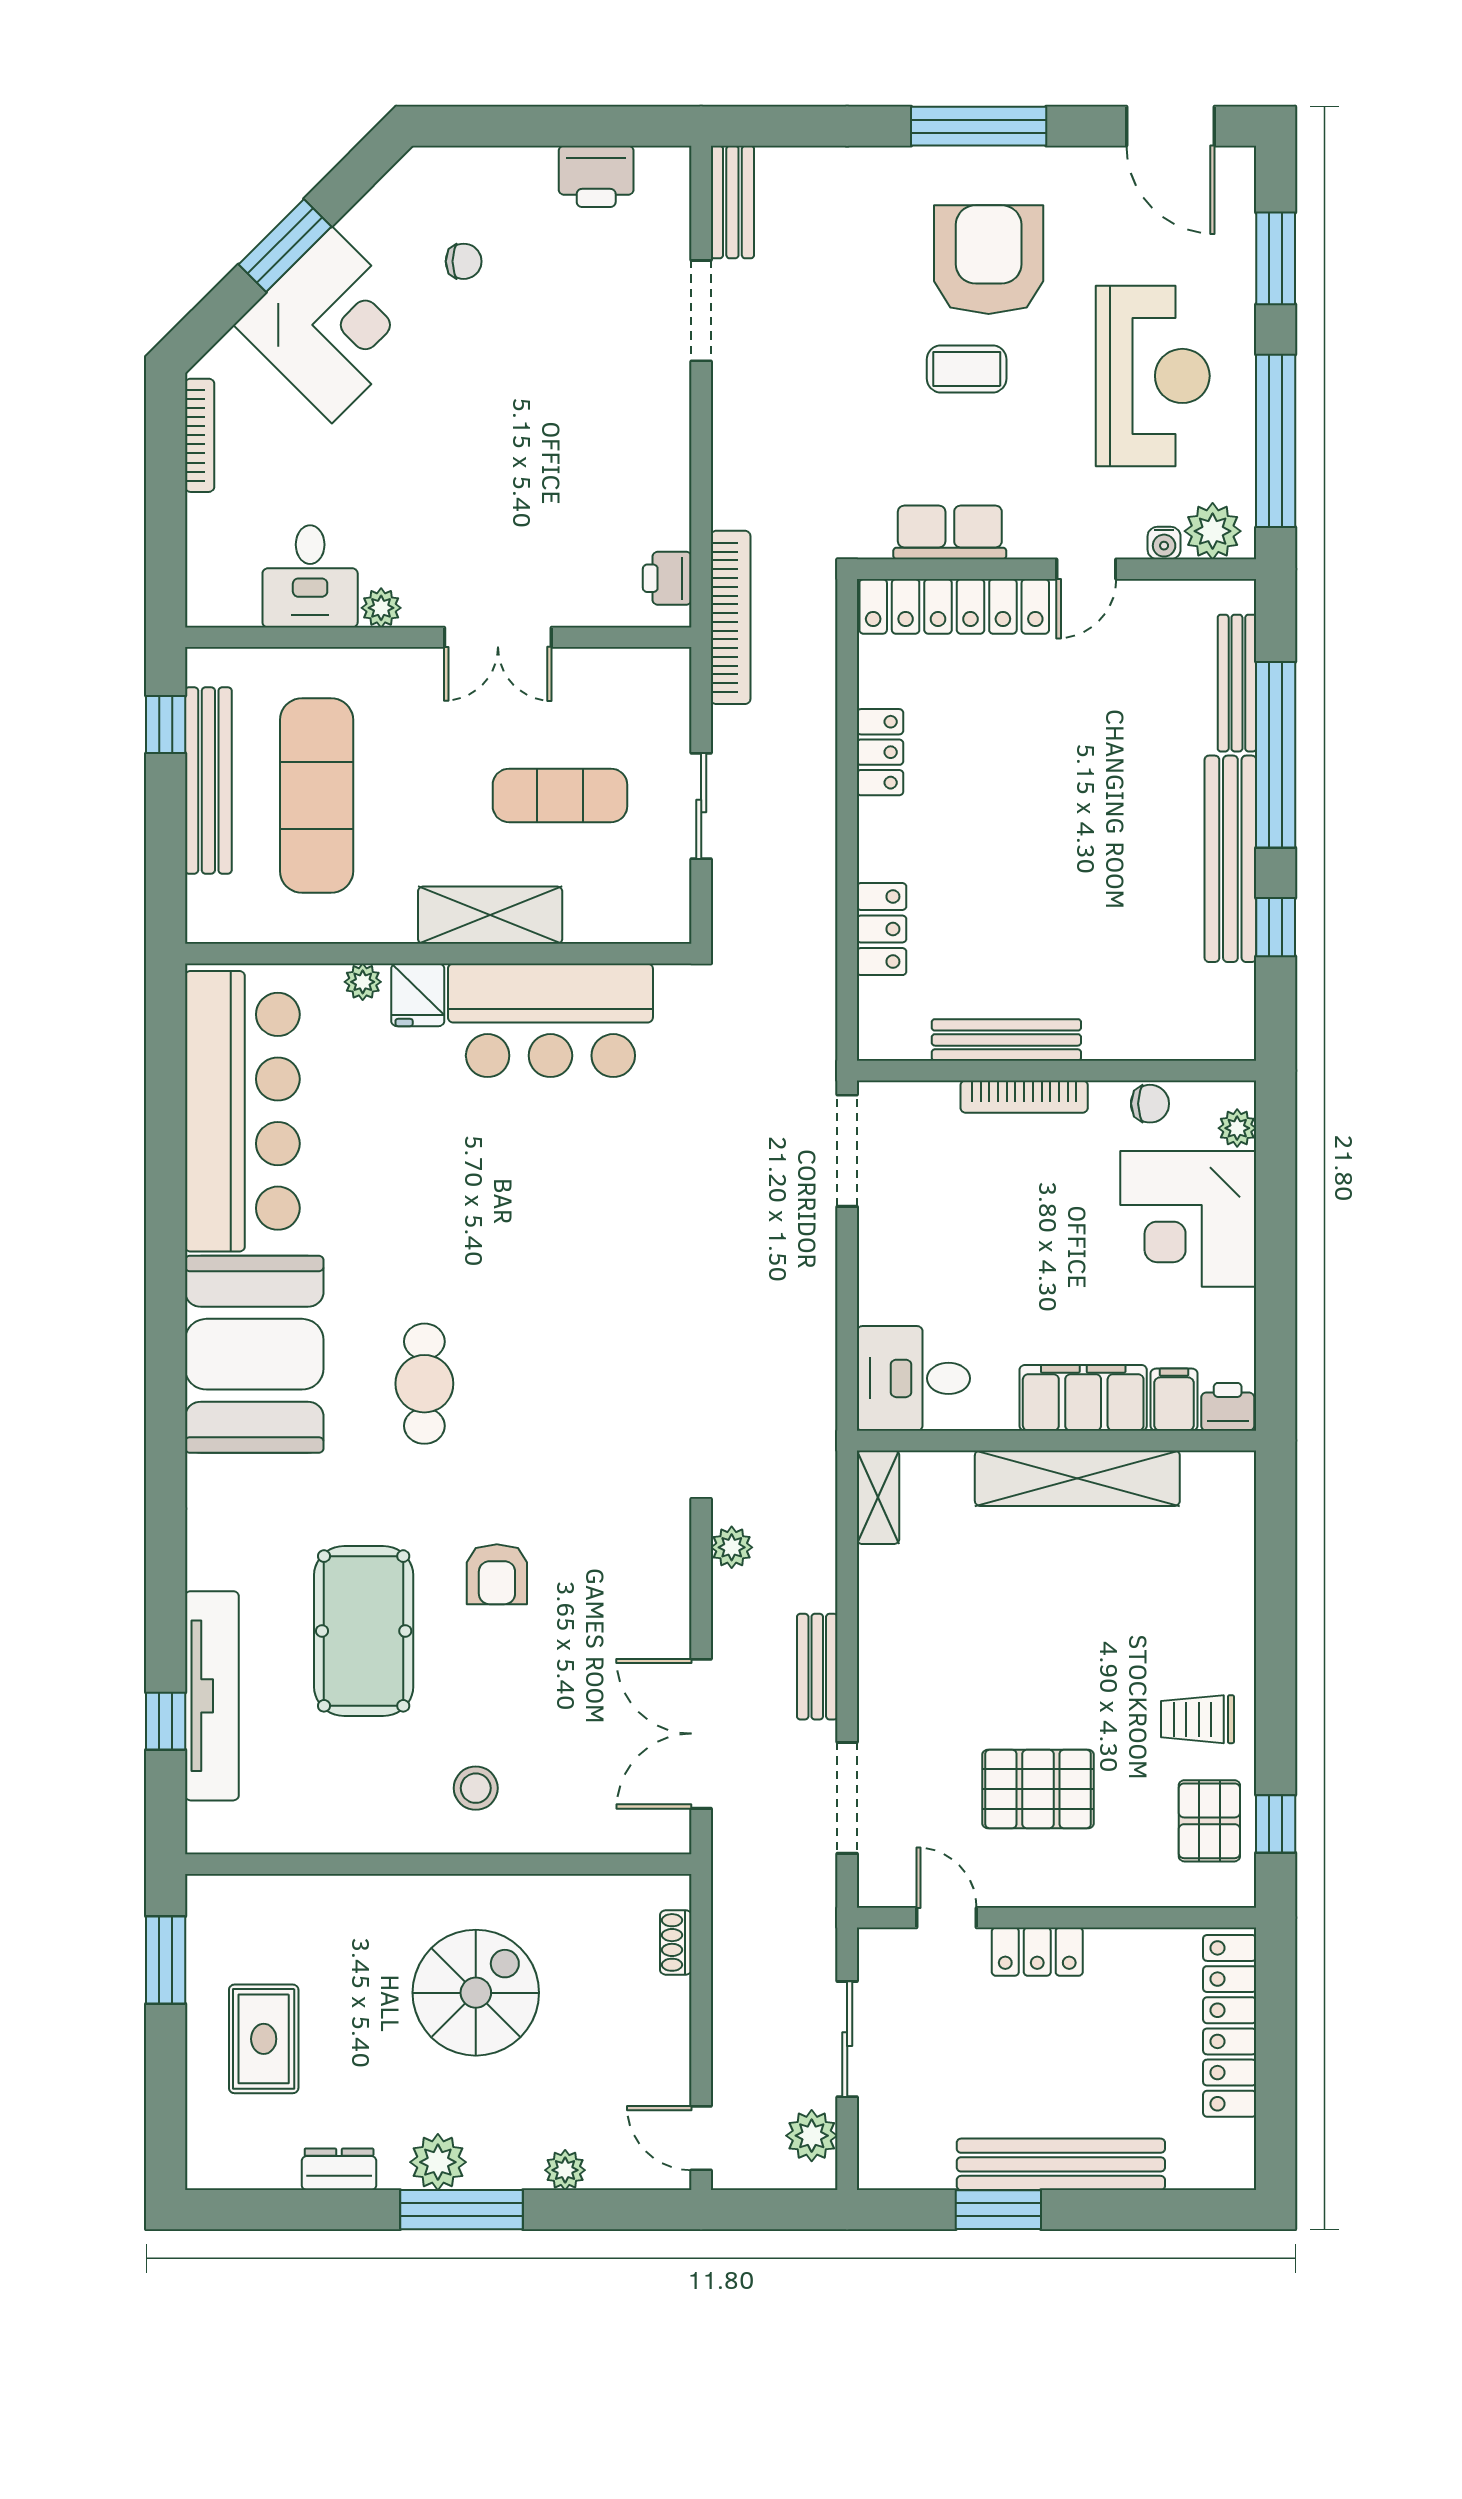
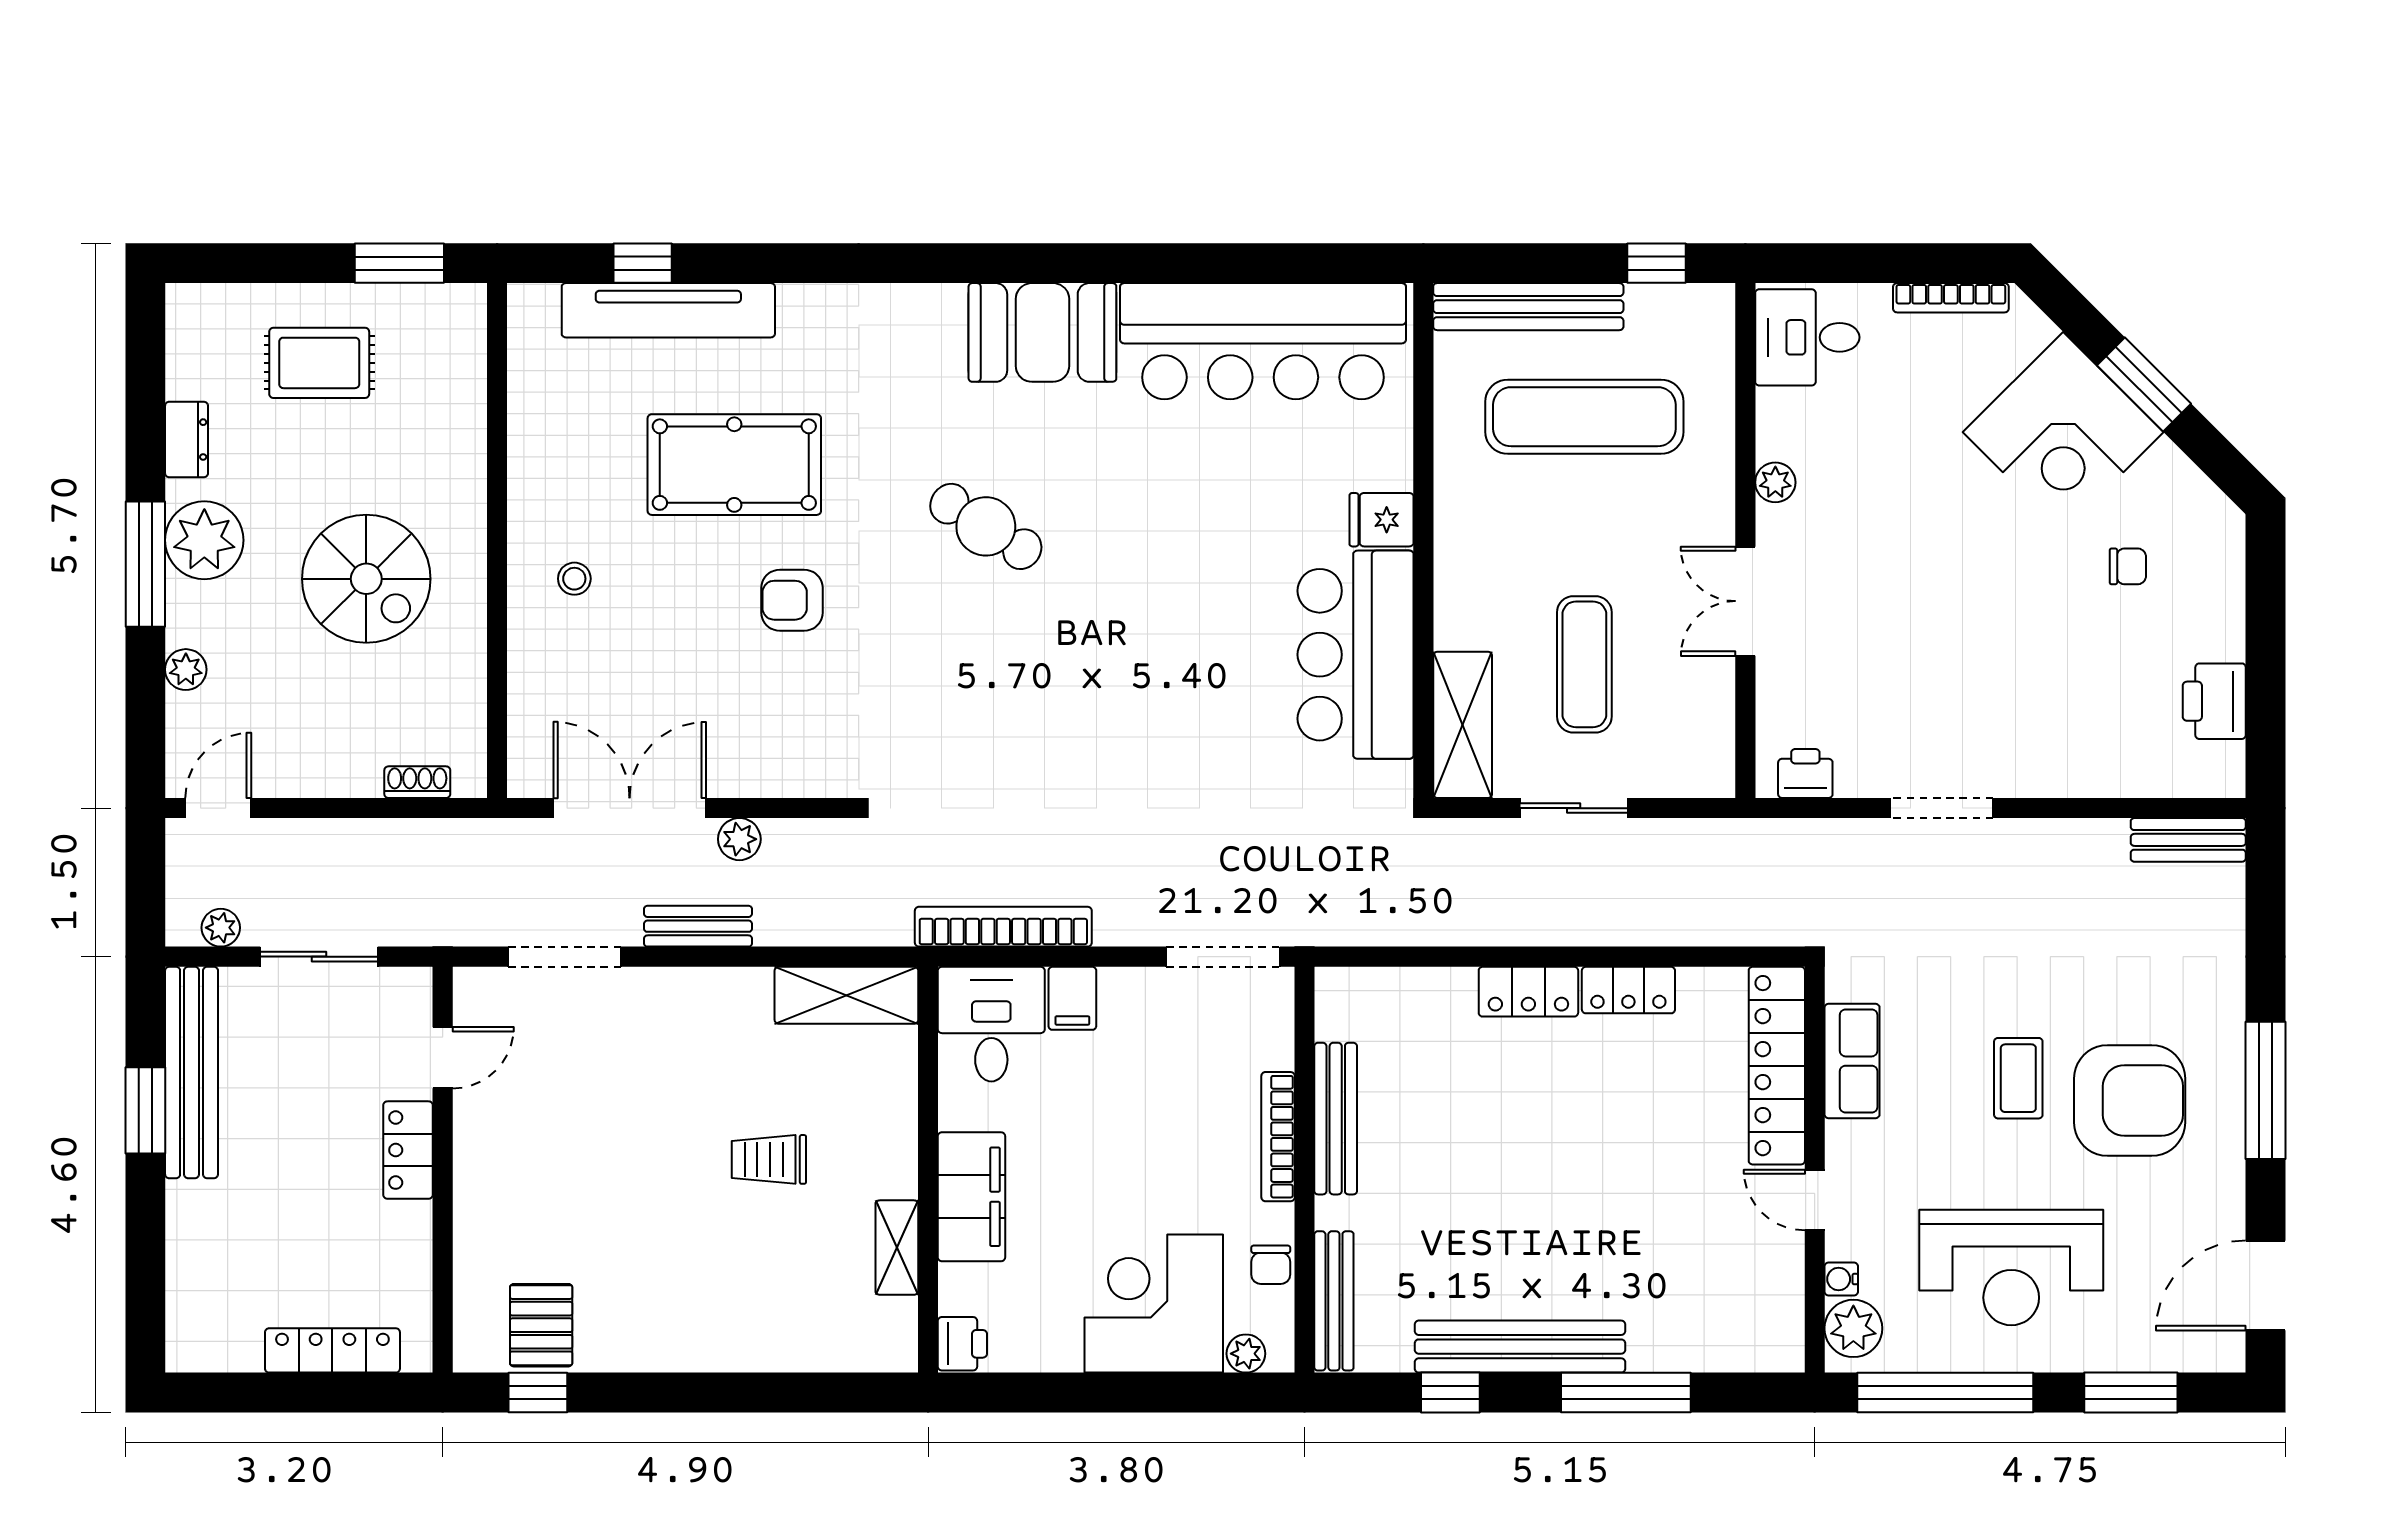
chair: (464, 261) -> (2128, 566), turned -90
doorway: (701, 311) -> (1942, 808), moved
desk: (310, 576) -> (1807, 337), moved
bookcase: (731, 617) -> (1003, 927), moved, turned 180
bench: (1237, 683) -> (1334, 1301), moved, turned 90
window: (1276, 755) -> (1626, 1393), width x0.68
bench: (208, 780) -> (1528, 307), moved
shelving: (490, 915) -> (1463, 725), moved
locker: (882, 929) -> (1528, 992), moved
plant: (363, 982) -> (1395, 464), removed
booth: (254, 1354) -> (1042, 332), width x0.73, depth x0.70
cafe table: (424, 1384) -> (986, 526), turned 32
filing cabinet: (1174, 1400) -> (1072, 998), moved, turned 90
shelving: (1077, 1478) -> (897, 1248), width x0.45, depth x0.75
shelving: (878, 1497) -> (846, 995), width x1.50, depth x1.33
plant: (732, 1547) -> (739, 839), moved
trolley: (1197, 1719) -> (769, 1159), moved, turned -90
stool: (476, 1788) -> (574, 579), width x0.73, depth x0.73
pallet: (1038, 1789) -> (573, 1151), removed
pallet: (1209, 1821) -> (541, 1325), turned 90
locker: (1230, 2026) -> (332, 1350), width x0.71, depth x0.83
plant: (812, 2136) -> (221, 928), width x0.73, depth x0.73
plant: (438, 2162) -> (204, 540), width x1.36, depth x1.36
bench: (1061, 2164) -> (192, 1072), moved

